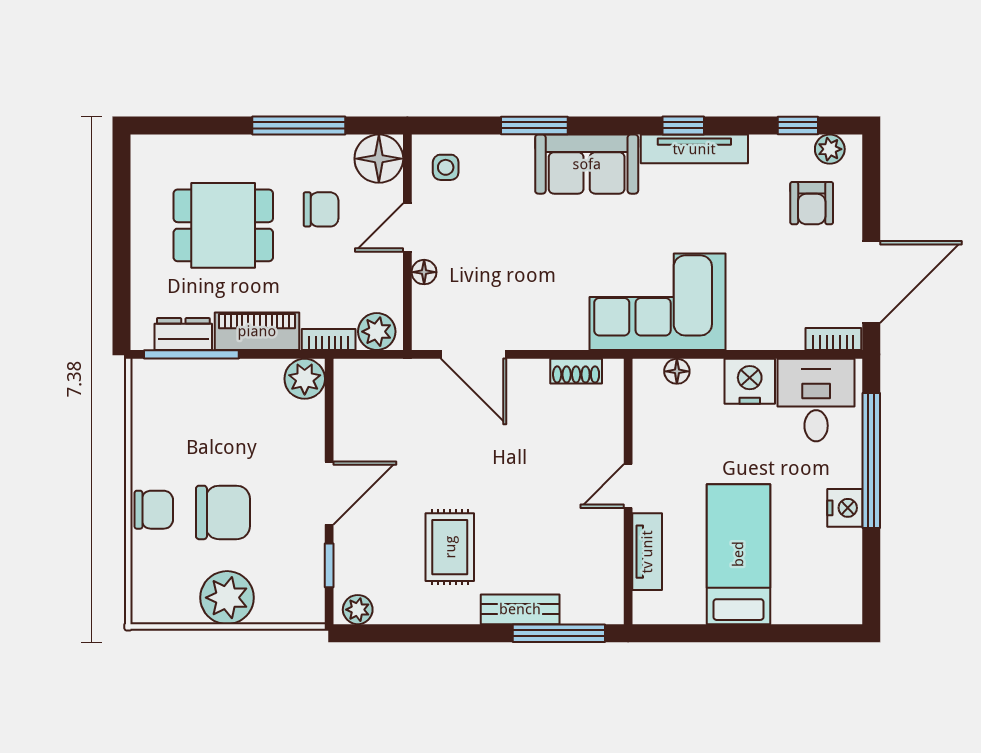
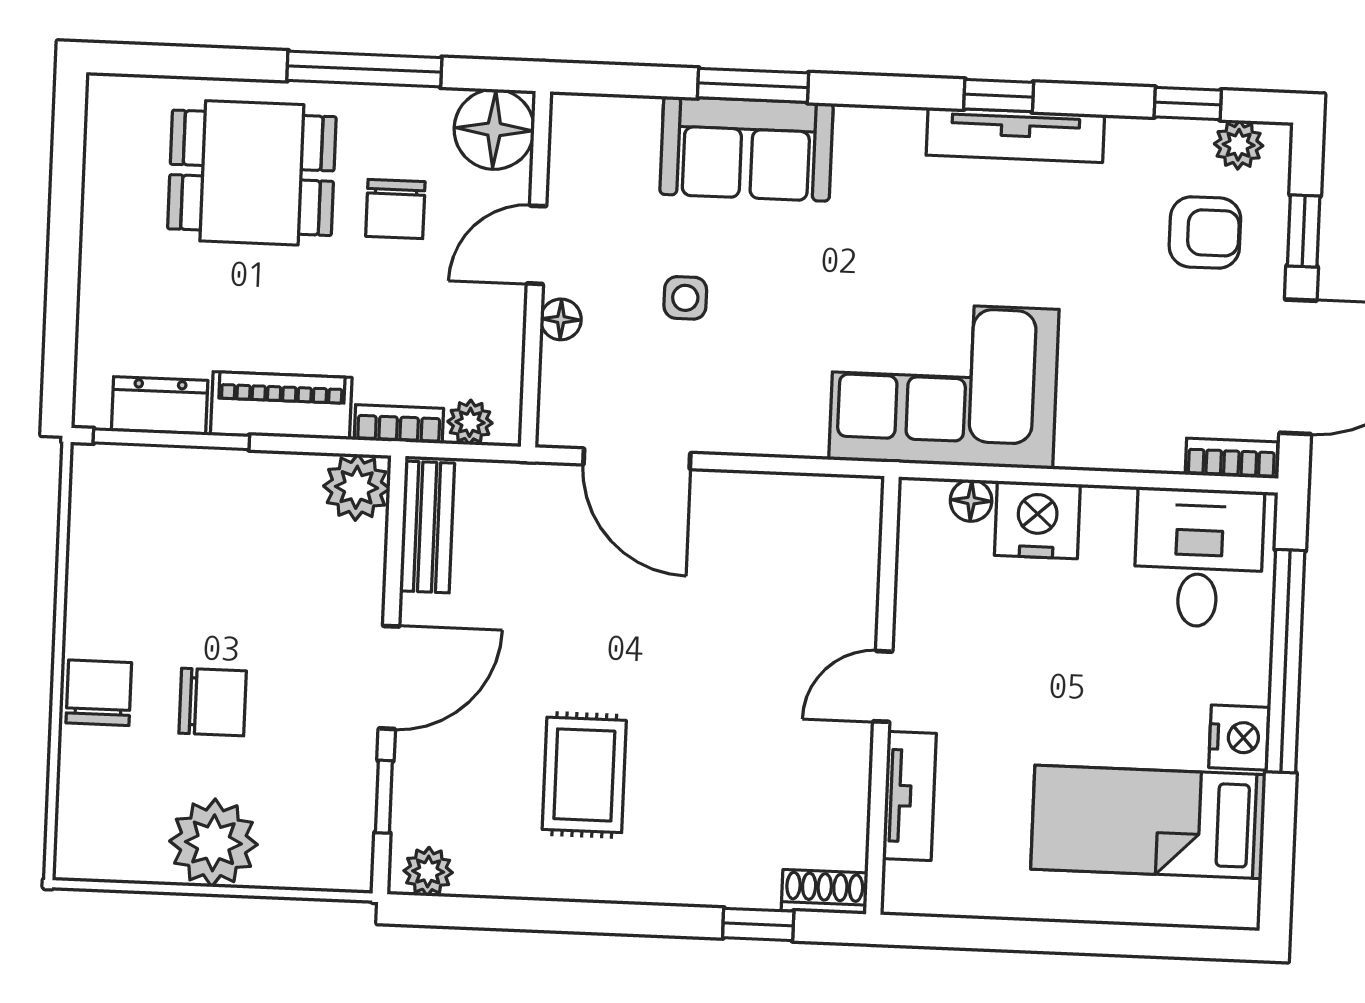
sofa: (587, 164) -> (746, 149), moved
side table: (446, 167) -> (685, 298), moved
window: (871, 200) -> (1304, 231), added
armchair: (812, 203) -> (1205, 233), turned -90
chair: (321, 209) -> (395, 209), turned 90
dining table: (223, 225) -> (252, 173), moved
plant: (377, 332) -> (470, 422), width x0.73, depth x0.73
shoe rack: (576, 371) -> (825, 892), moved, turned 180
nightstand: (750, 381) -> (1037, 520), moved
chair: (154, 510) -> (99, 693), turned -90
chair: (223, 512) -> (213, 702), width x0.73, depth x0.73
bed: (738, 554) -> (1148, 822), moved, turned -90
bench: (520, 609) -> (427, 527), moved, turned 90
window: (559, 633) -> (758, 924), width x0.46

